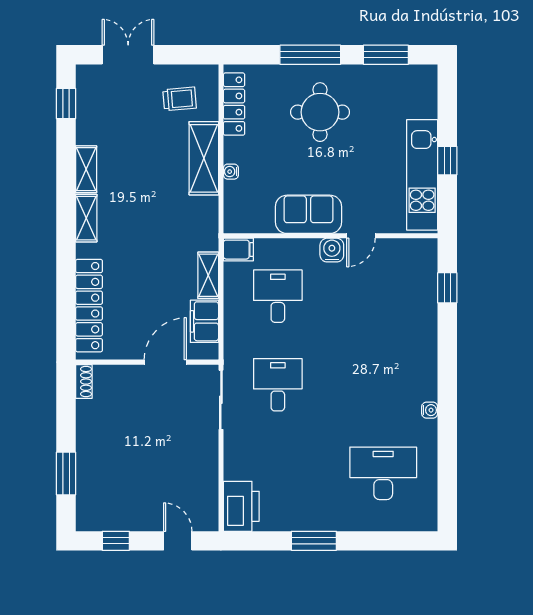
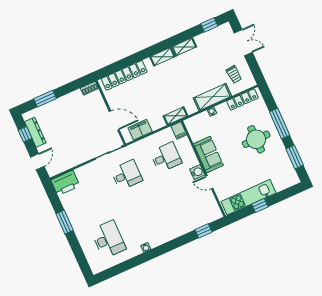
shelving: (208, 275) -> (175, 116), moved
dresser: (121, 520) -> (35, 132), added

